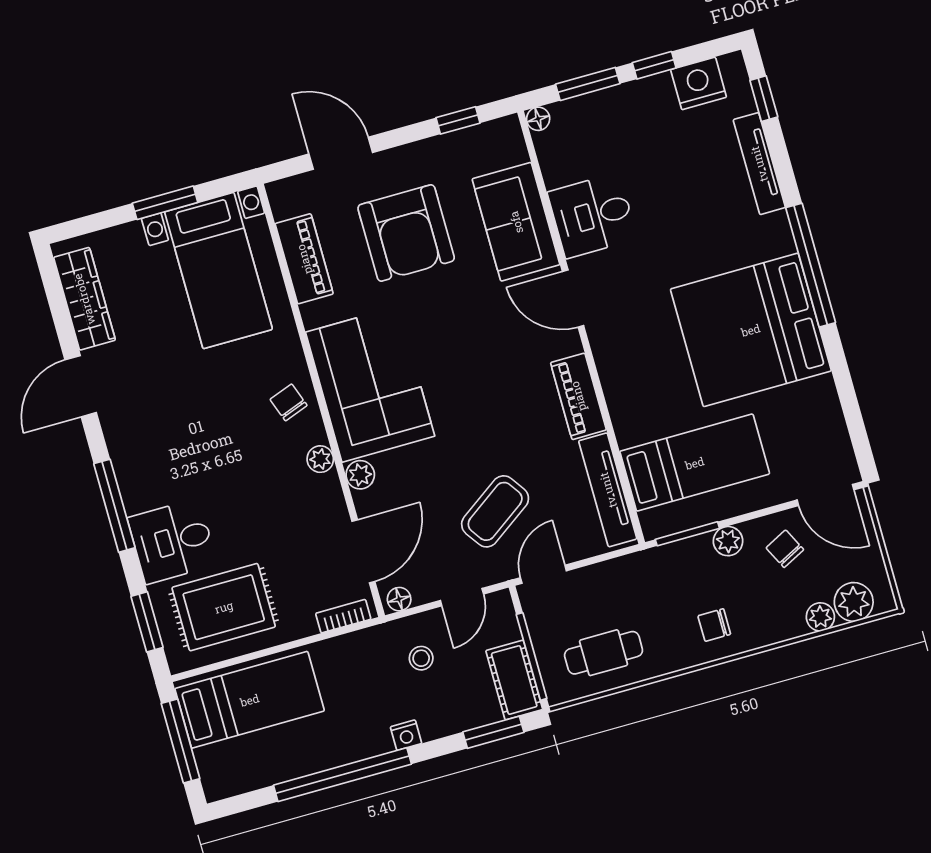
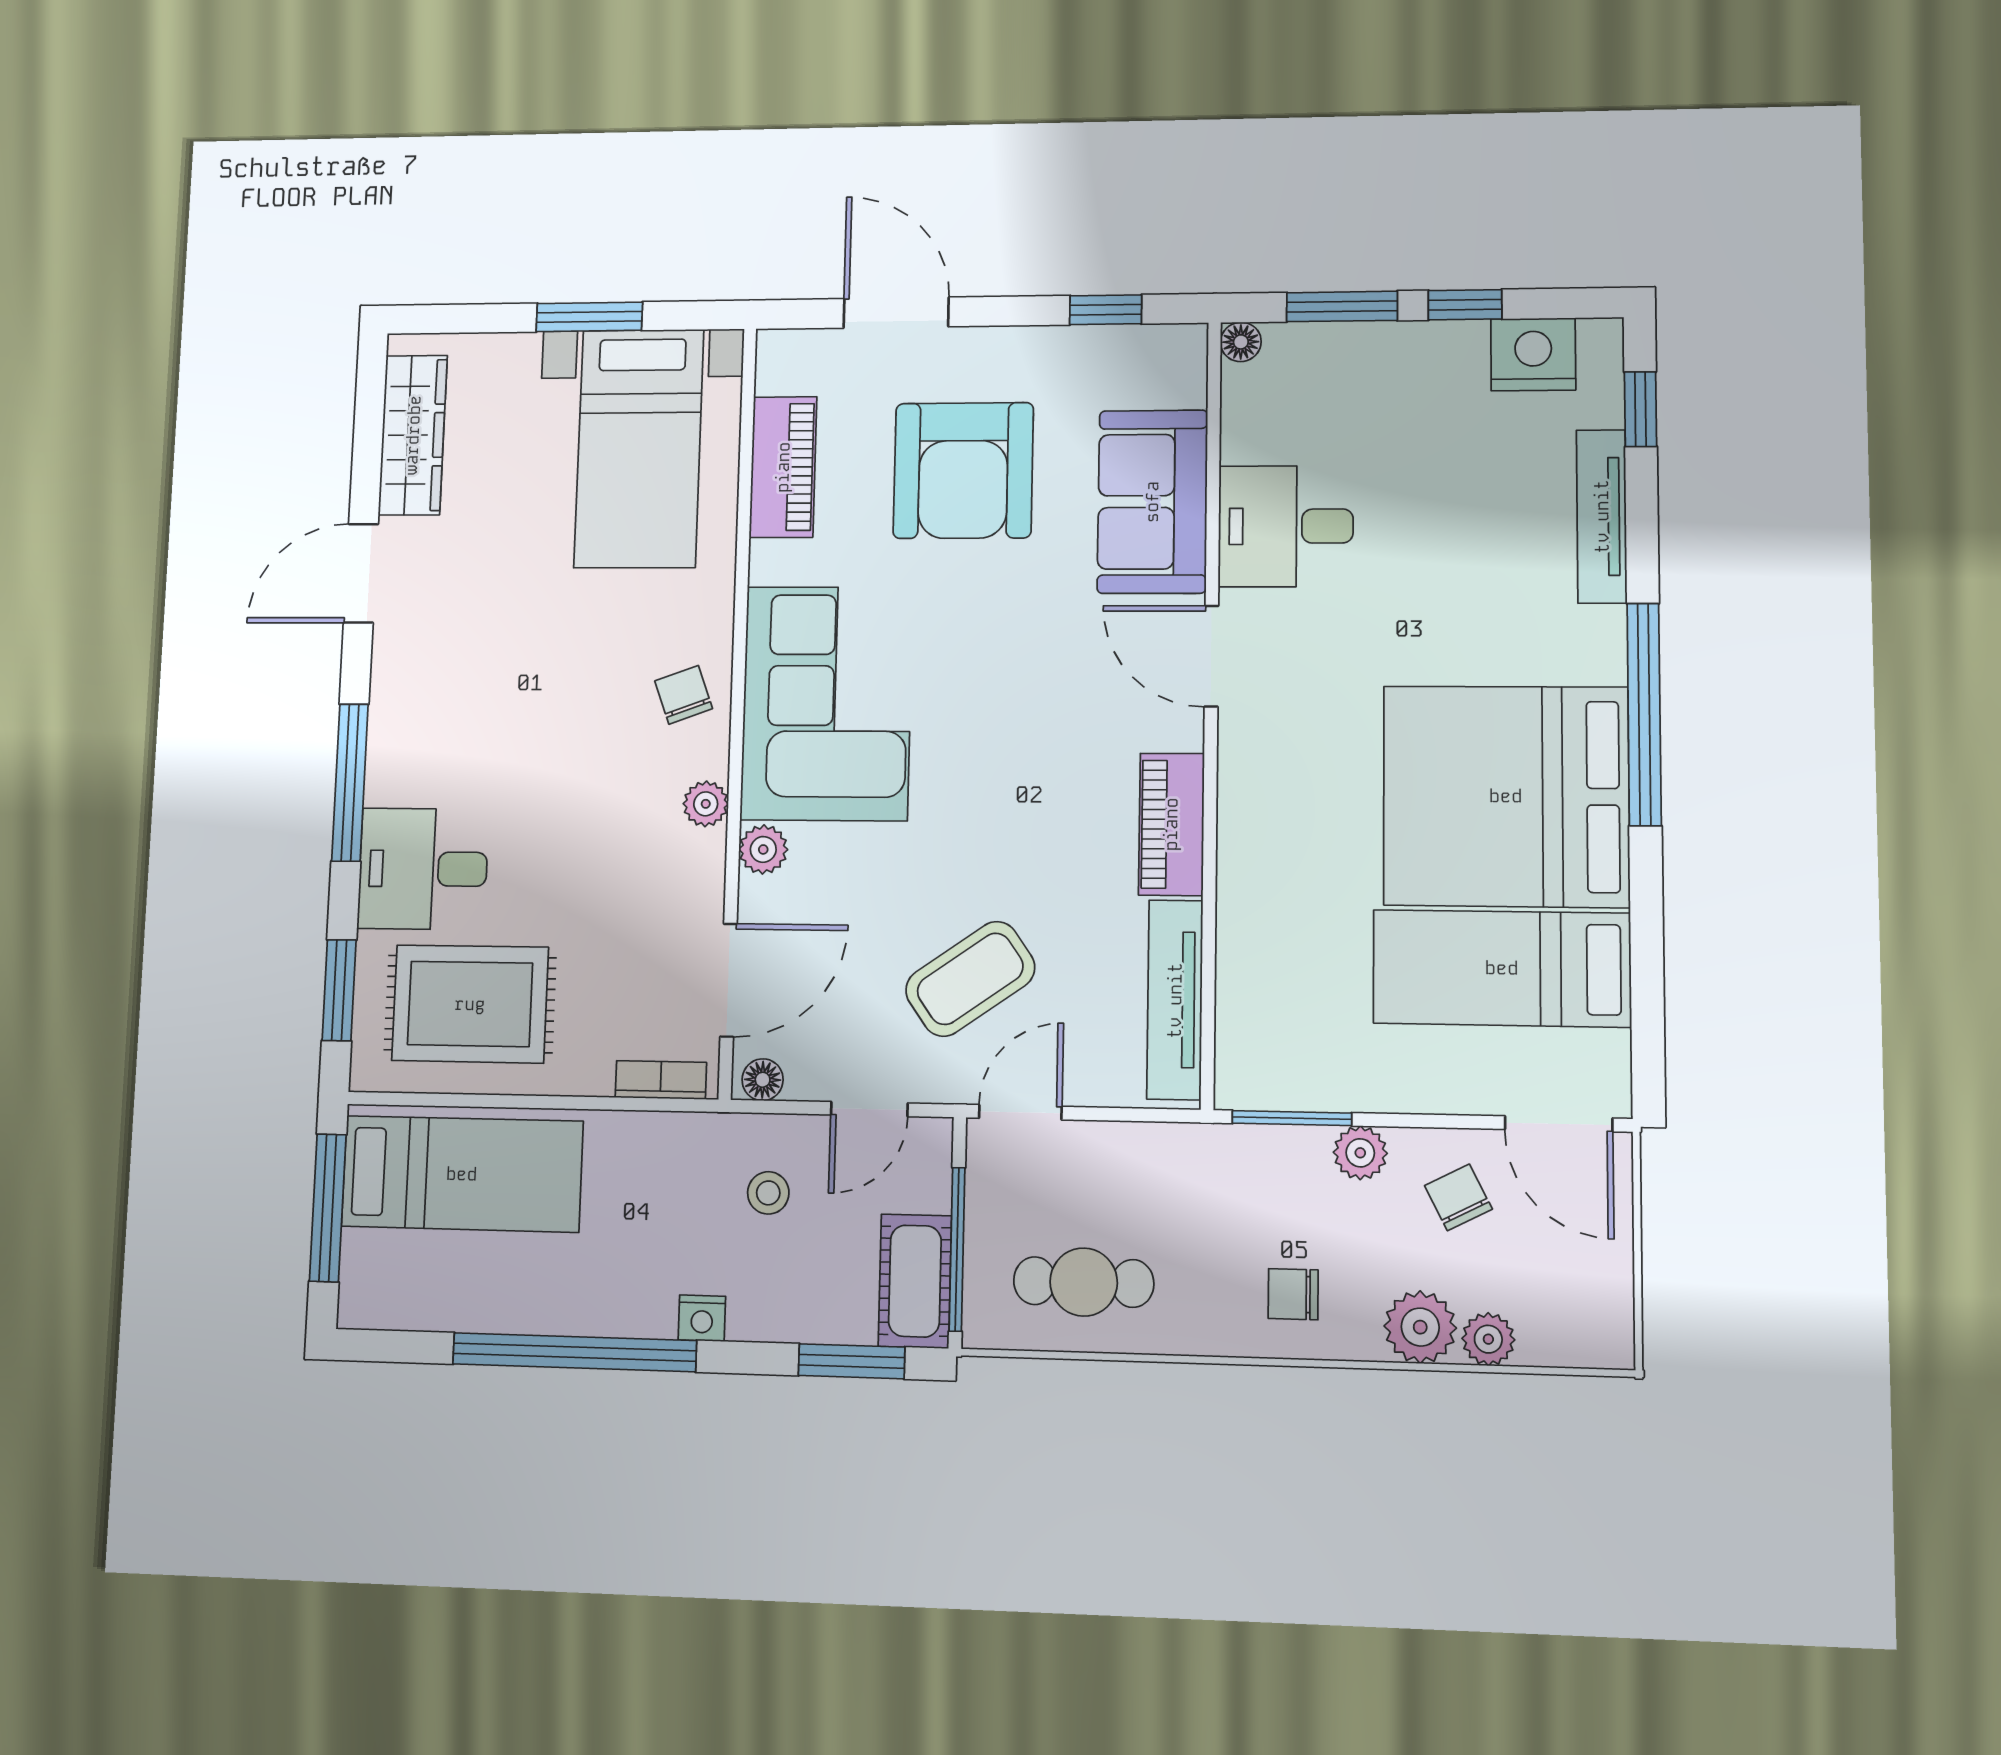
bed: (695, 463) -> (1502, 968), moved, turned 180
plant: (854, 602) -> (1420, 1327), moved

